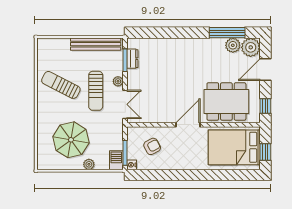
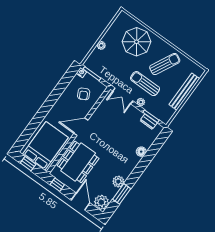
window: (227, 33) -> (122, 194), width x0.69
bench: (96, 44) -> (184, 92), moved
floor lamp: (169, 44) -> (141, 152), added
plant: (233, 45) -> (118, 182), moved
door: (188, 125) -> (81, 127), swing flipped
parasol: (71, 140) -> (137, 42), moved
barbecue: (116, 160) -> (91, 65), removed

